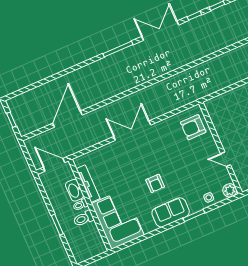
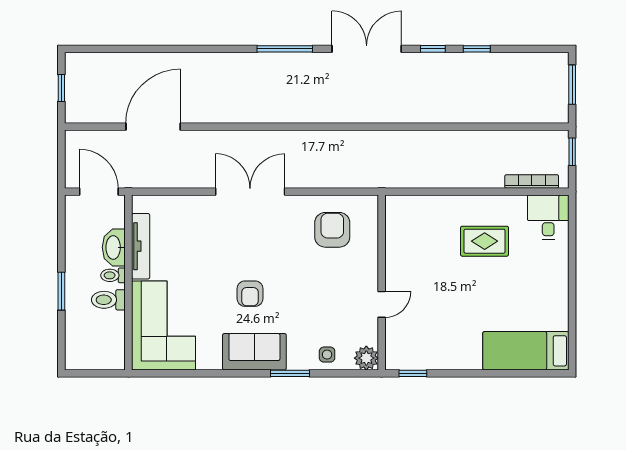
armchair: (193, 127) -> (332, 230), moved, turned 90
door: (226, 159) -> (382, 304), swing flipped

